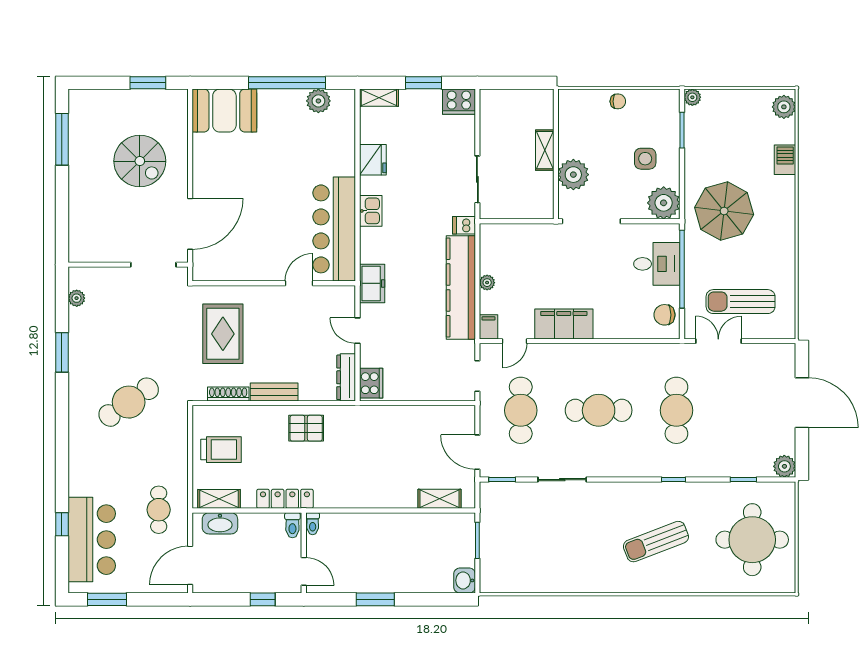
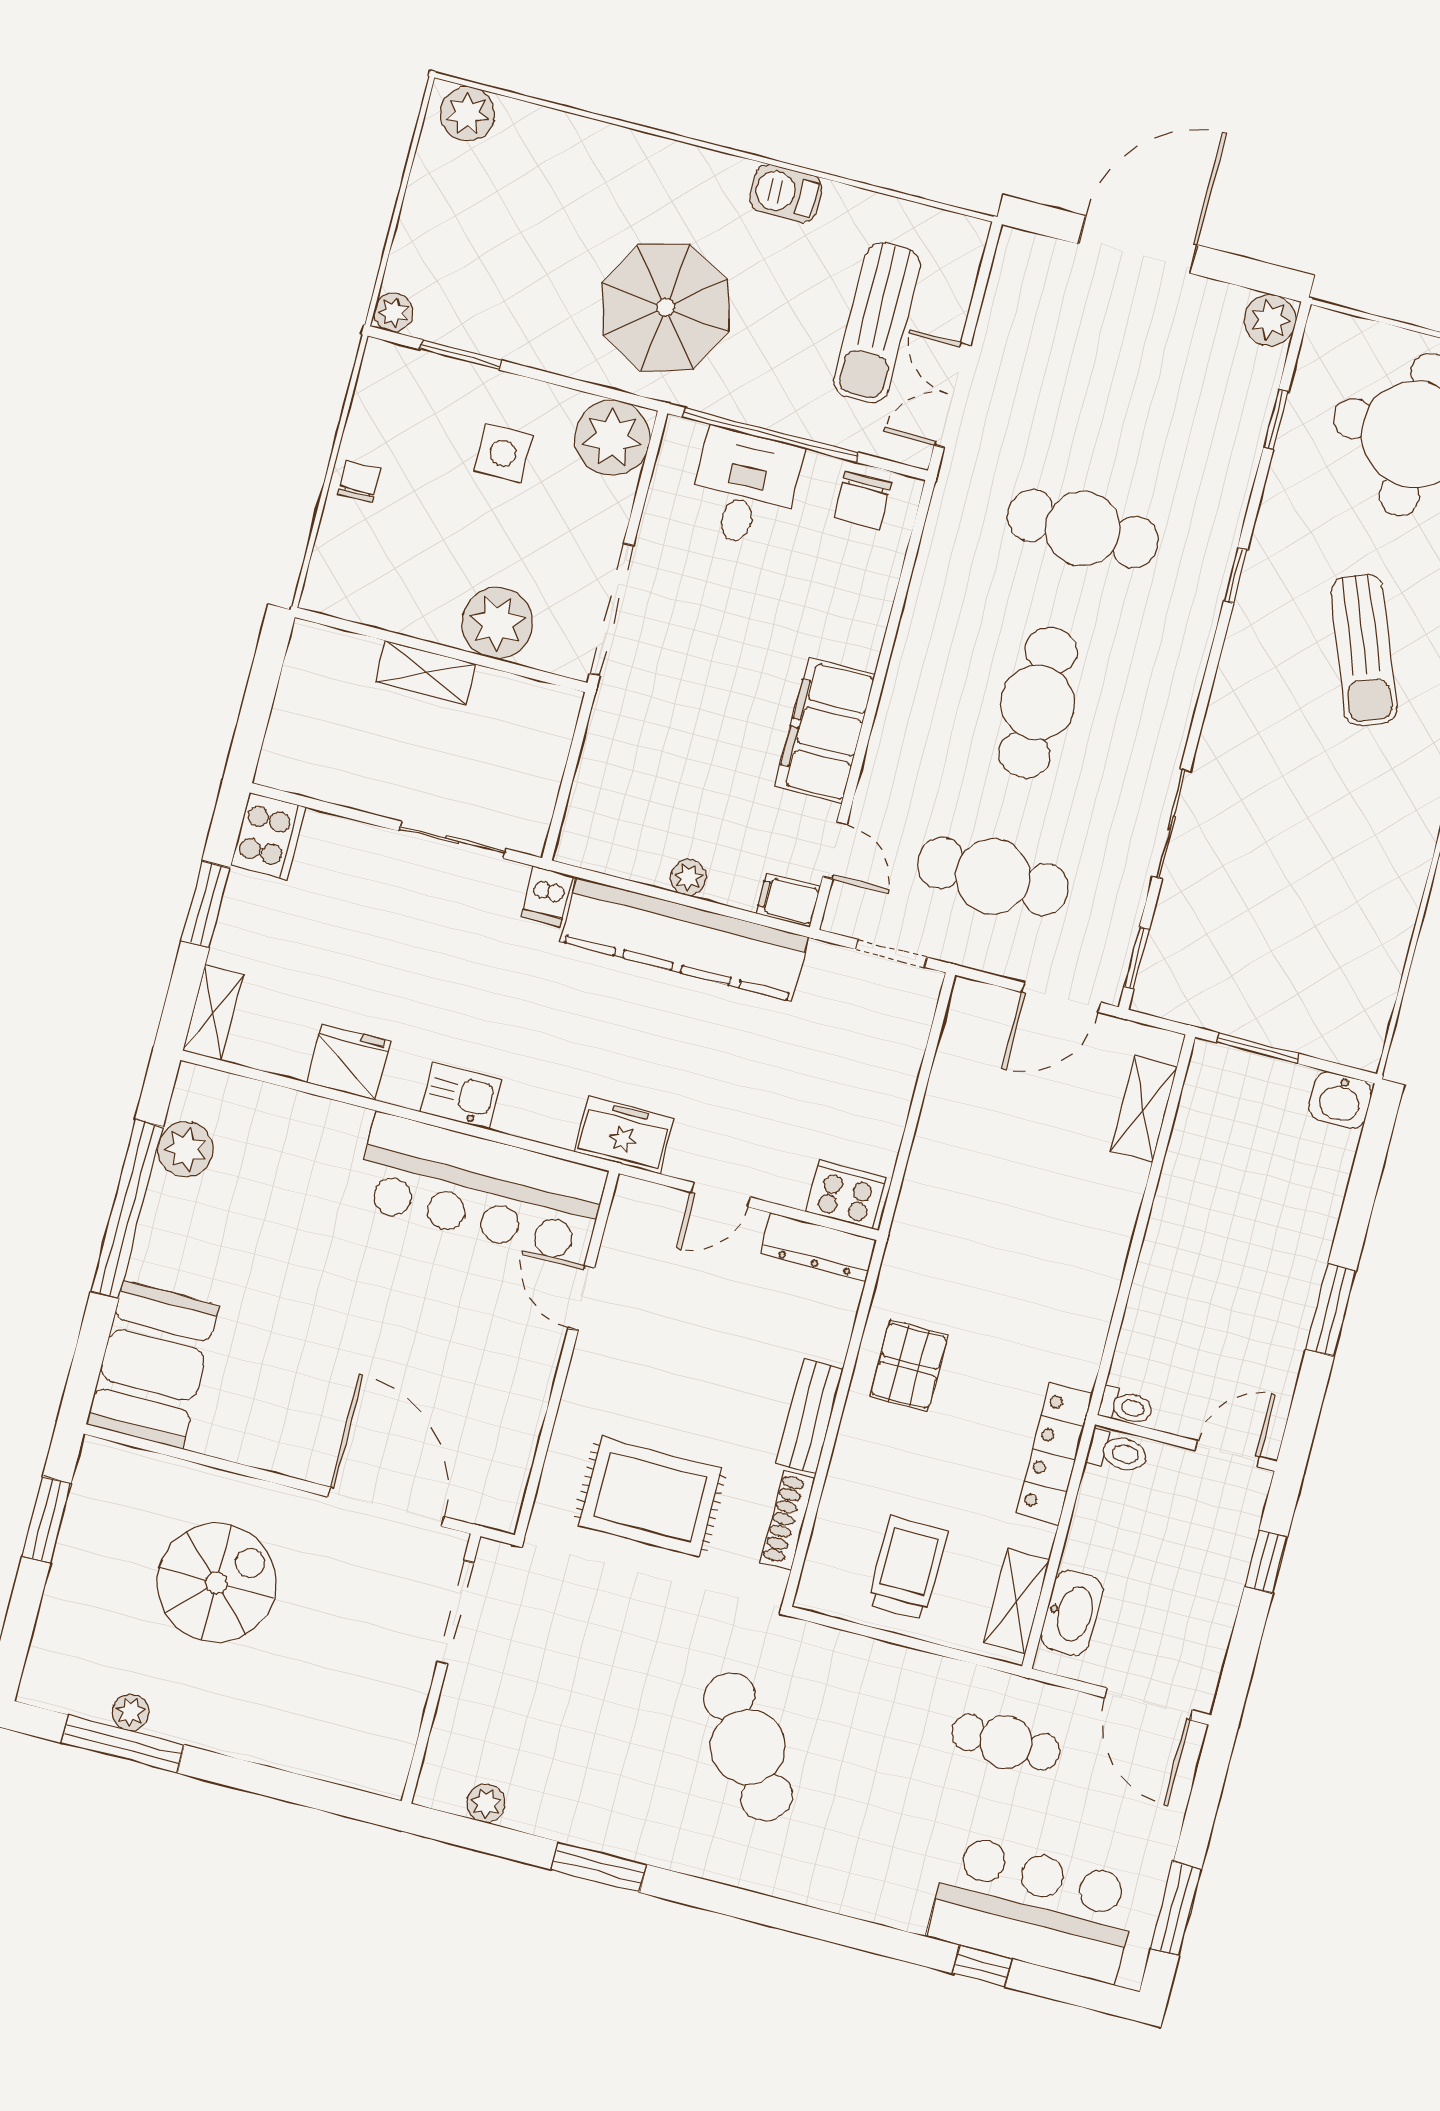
plant: (76, 139) -> (131, 1712), added
barbecue: (785, 160) -> (786, 193), moved

